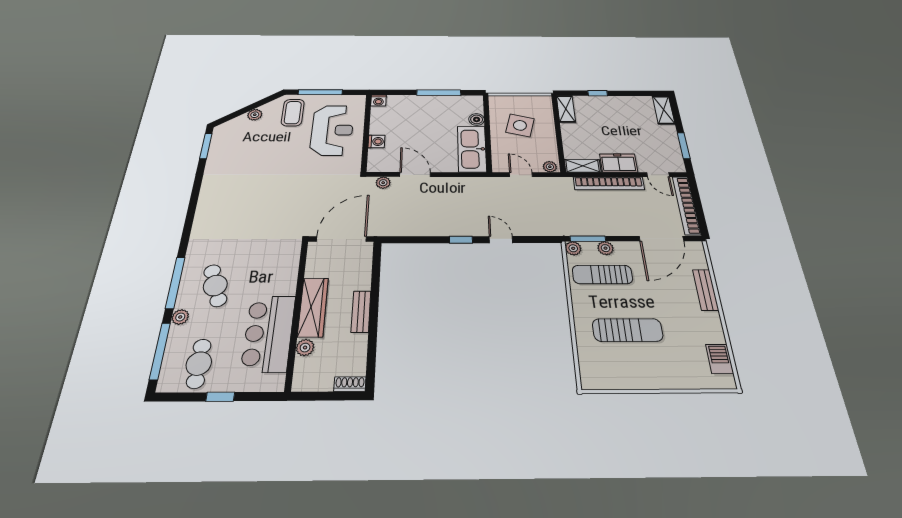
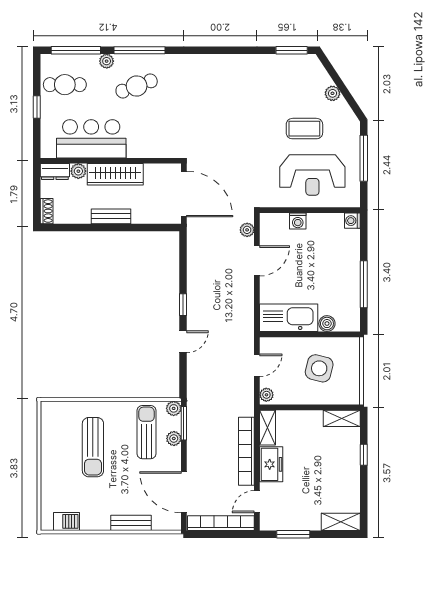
coffee table: (293, 113) -> (304, 129), moved
dresser: (303, 375) -> (55, 172), added

